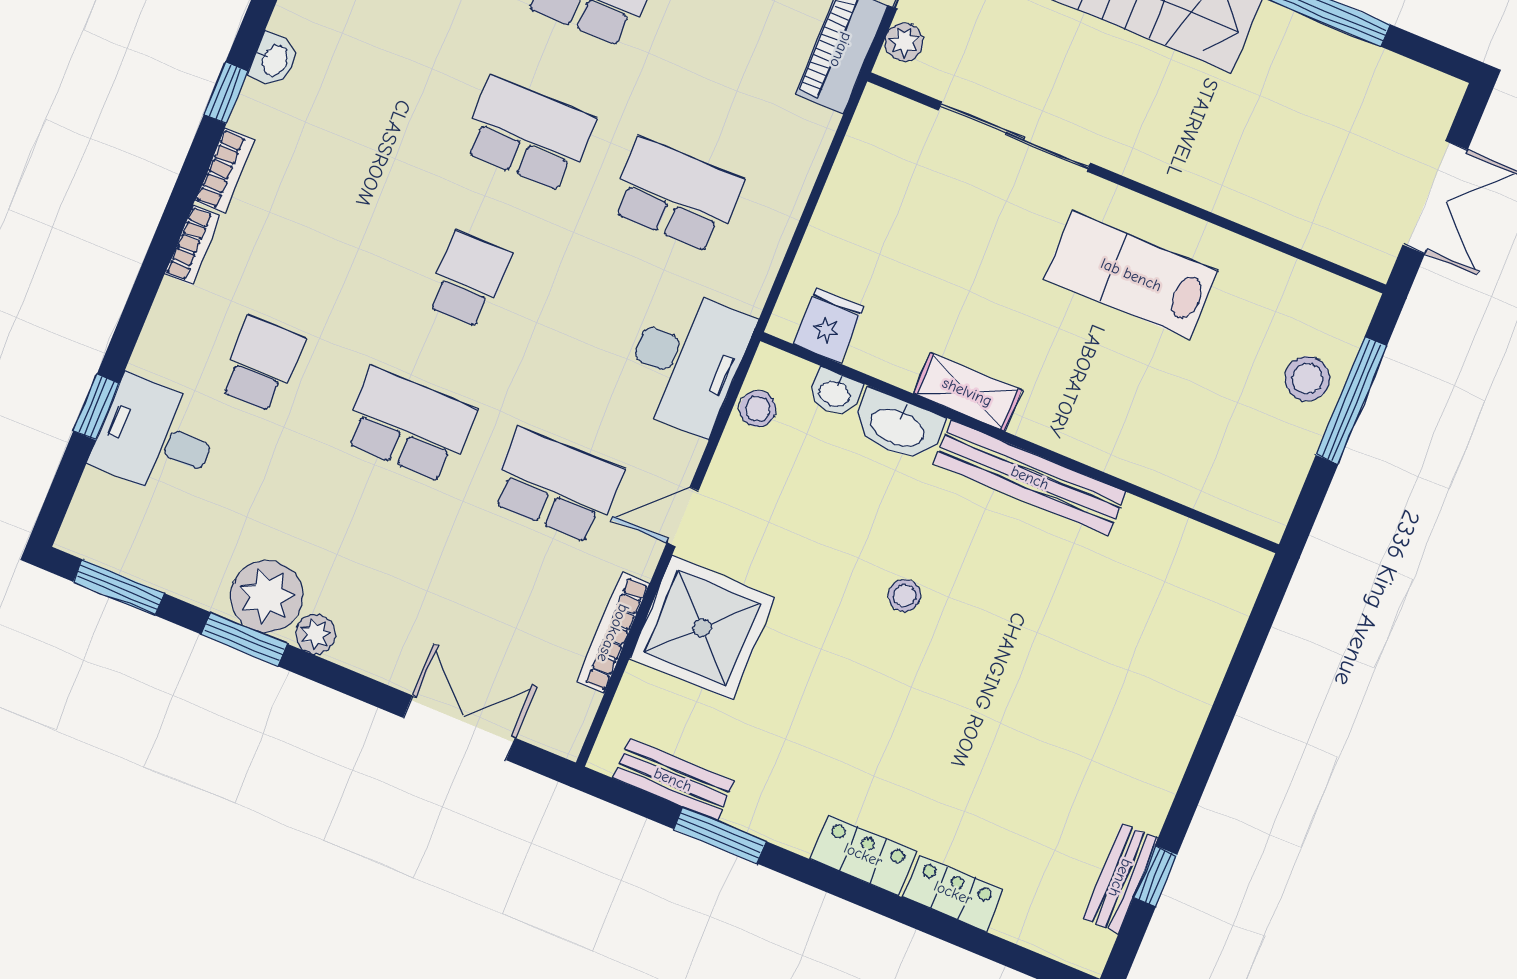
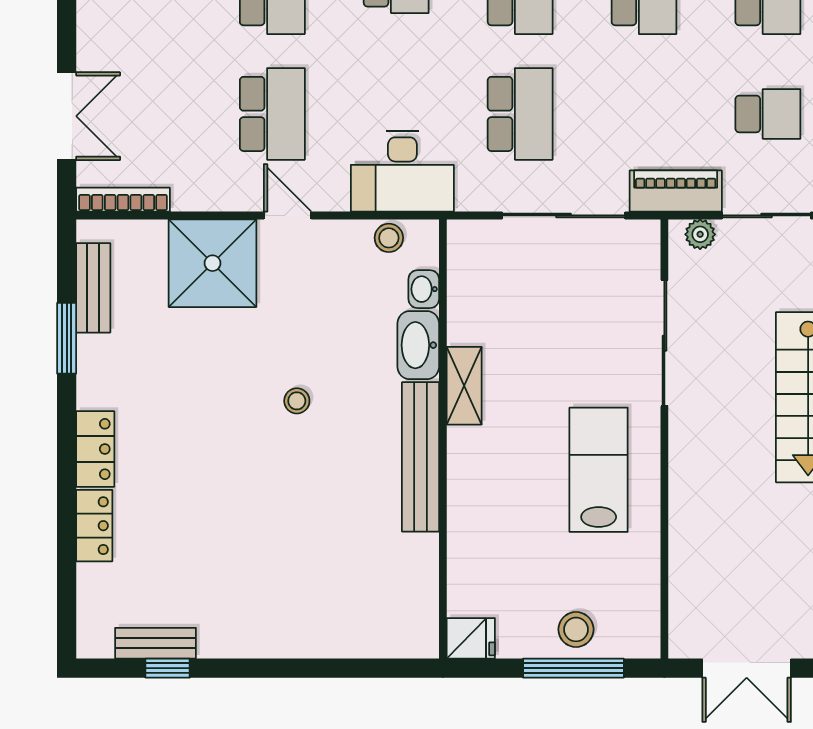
sliding door: (816, 193) -> (564, 215), added
fridge: (828, 325) -> (471, 638), moved
bookcase: (613, 633) -> (123, 200), moved

